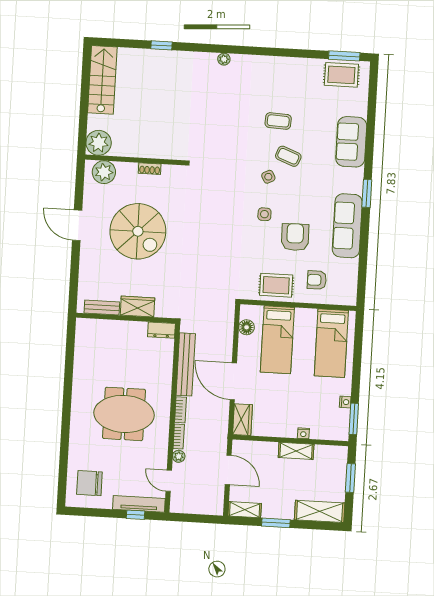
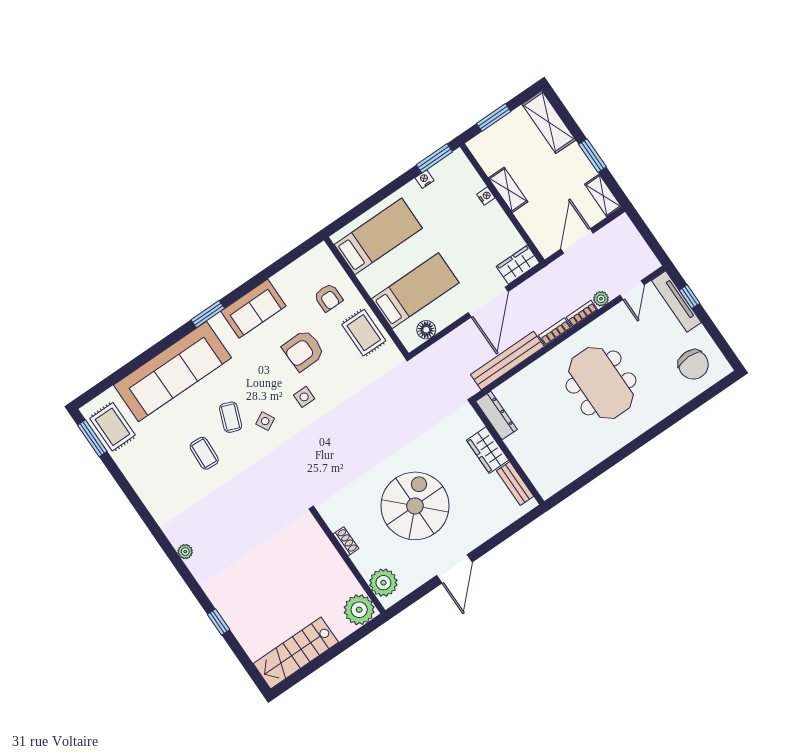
sofa: (351, 142) -> (172, 371), width x1.85, depth x1.27
sofa: (347, 226) -> (253, 309), width x0.73
dresser: (161, 330) -> (496, 415), width x1.44

